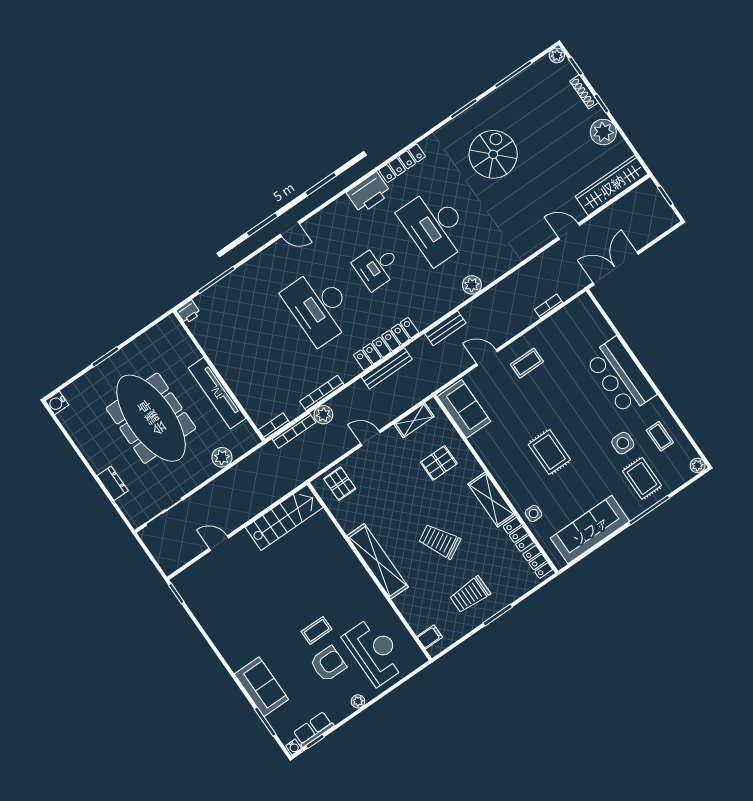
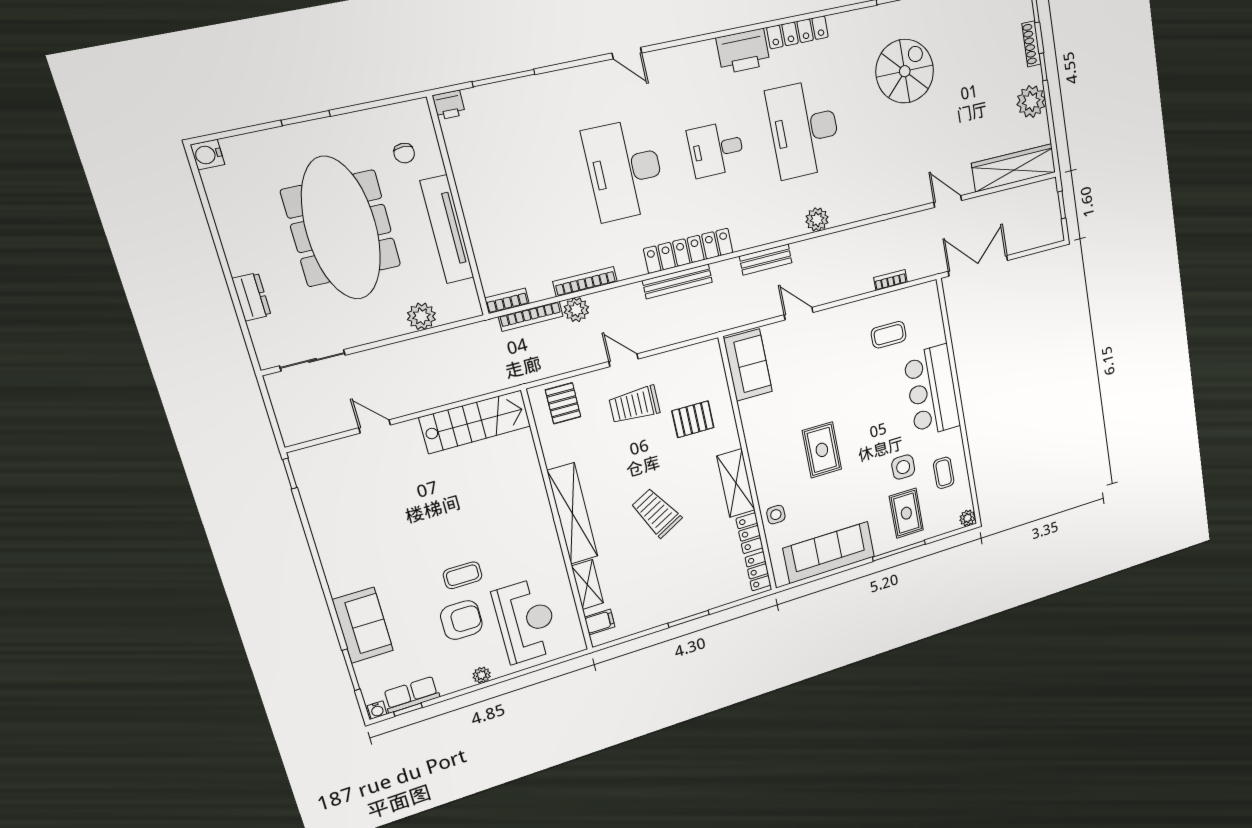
chair: (172, 354) -> (404, 153), added
coffee table: (527, 363) -> (889, 335), moved
shelving: (414, 420) -> (587, 585), moved, turned 90
trolley: (470, 595) -> (634, 405), moved

